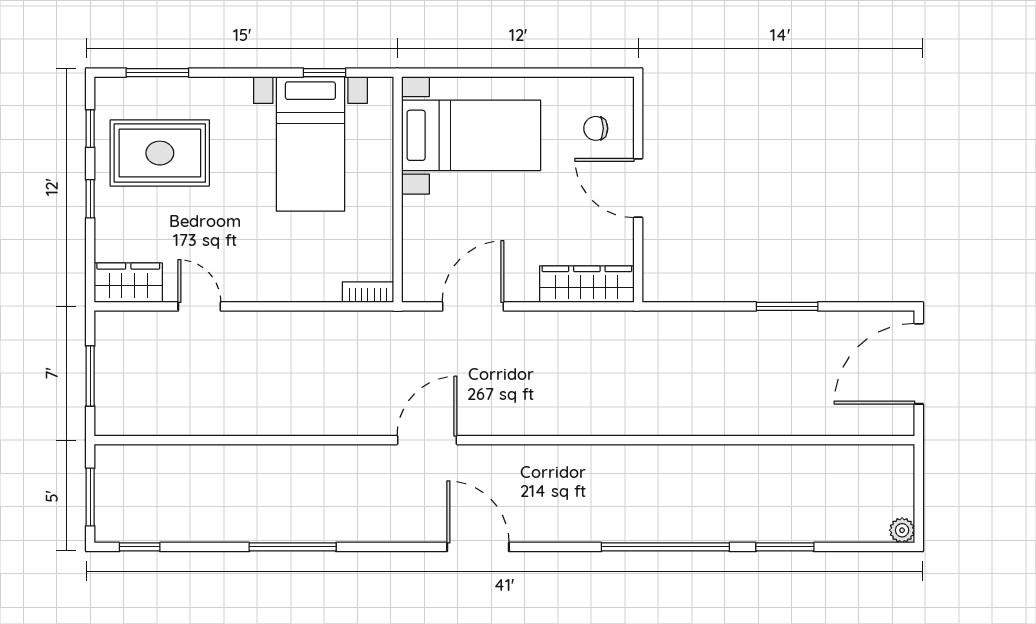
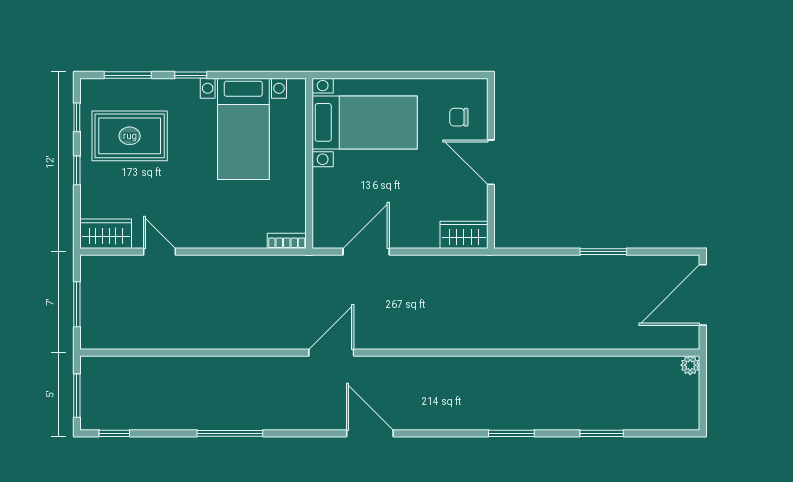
window: (324, 73) -> (191, 75), moved
wardrobe: (587, 284) -> (464, 235), width x0.67
plant: (902, 530) -> (690, 365), moved
window: (665, 547) -> (511, 433), width x0.47

